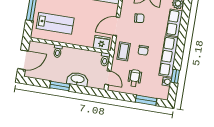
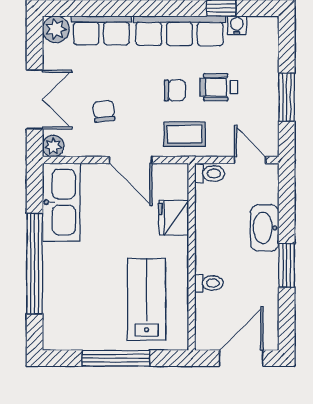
fridge: (102, 43) -> (174, 218), moved
door: (23, 60) -> (241, 358), hinge flipped
door: (108, 78) -> (250, 160), hinge flipped
wheelchair: (135, 78) -> (219, 87), moved
window: (146, 100) -> (287, 97), moved

